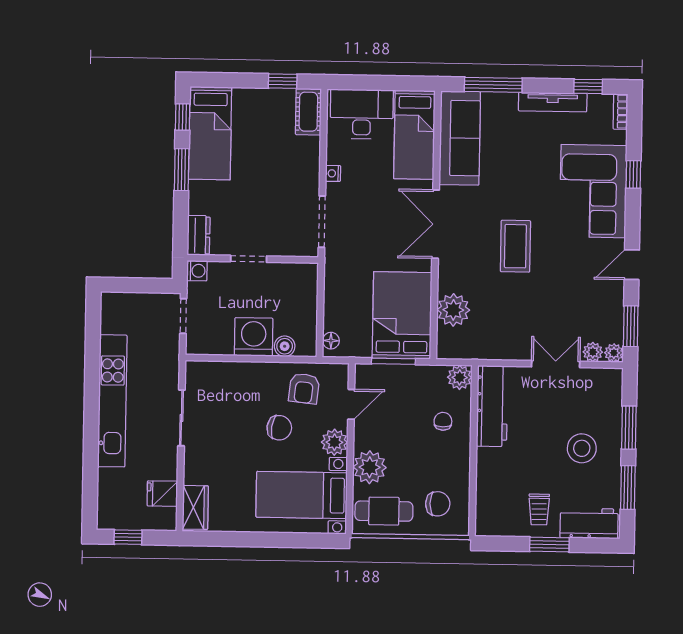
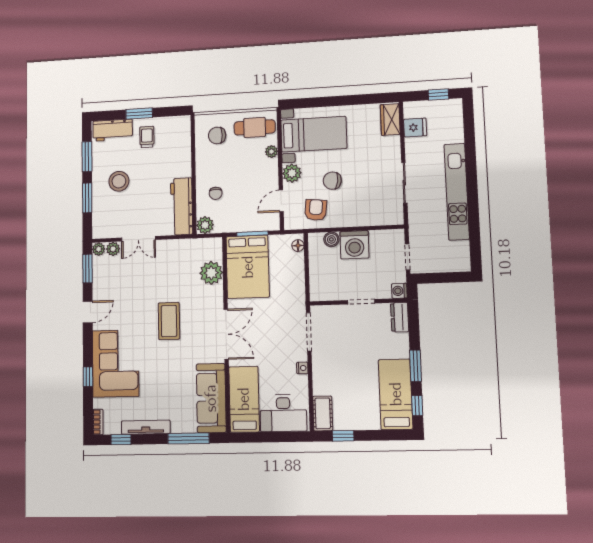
plant: (370, 467) -> (271, 152), width x0.53, depth x0.53

